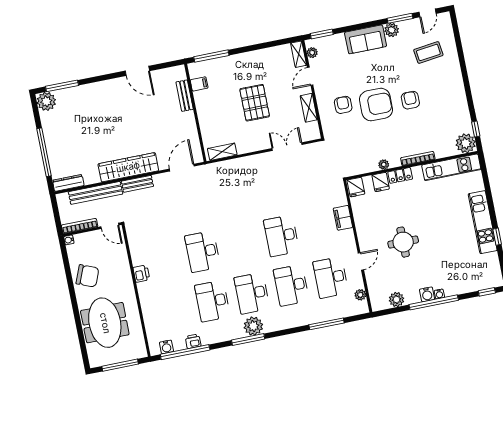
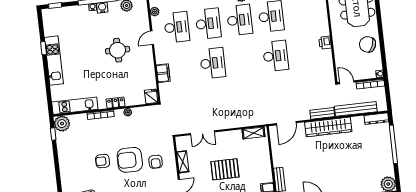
armchair: (410, 100) -> (103, 161), turned 90
pallet: (255, 103) -> (225, 169), turned 90
fridge: (381, 182) -> (131, 99), removed

